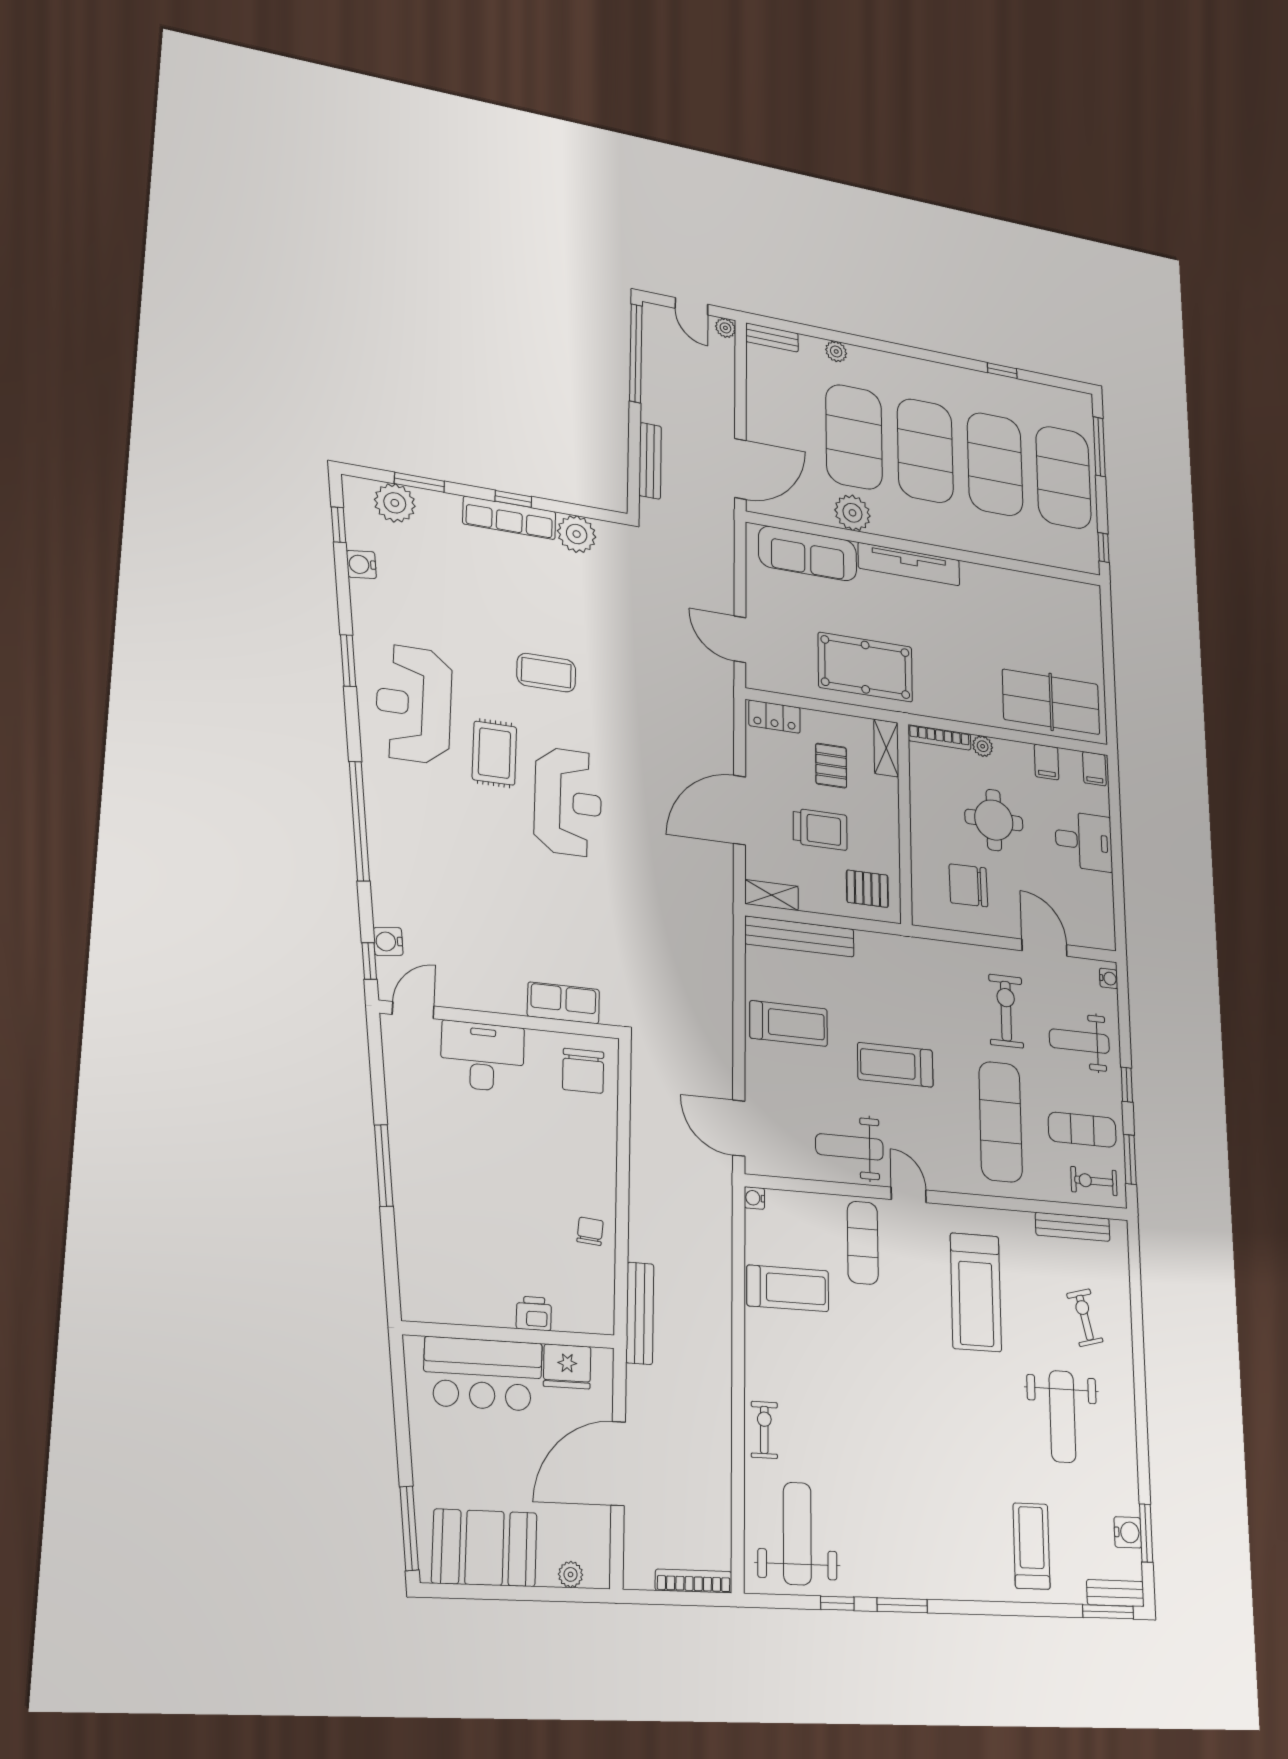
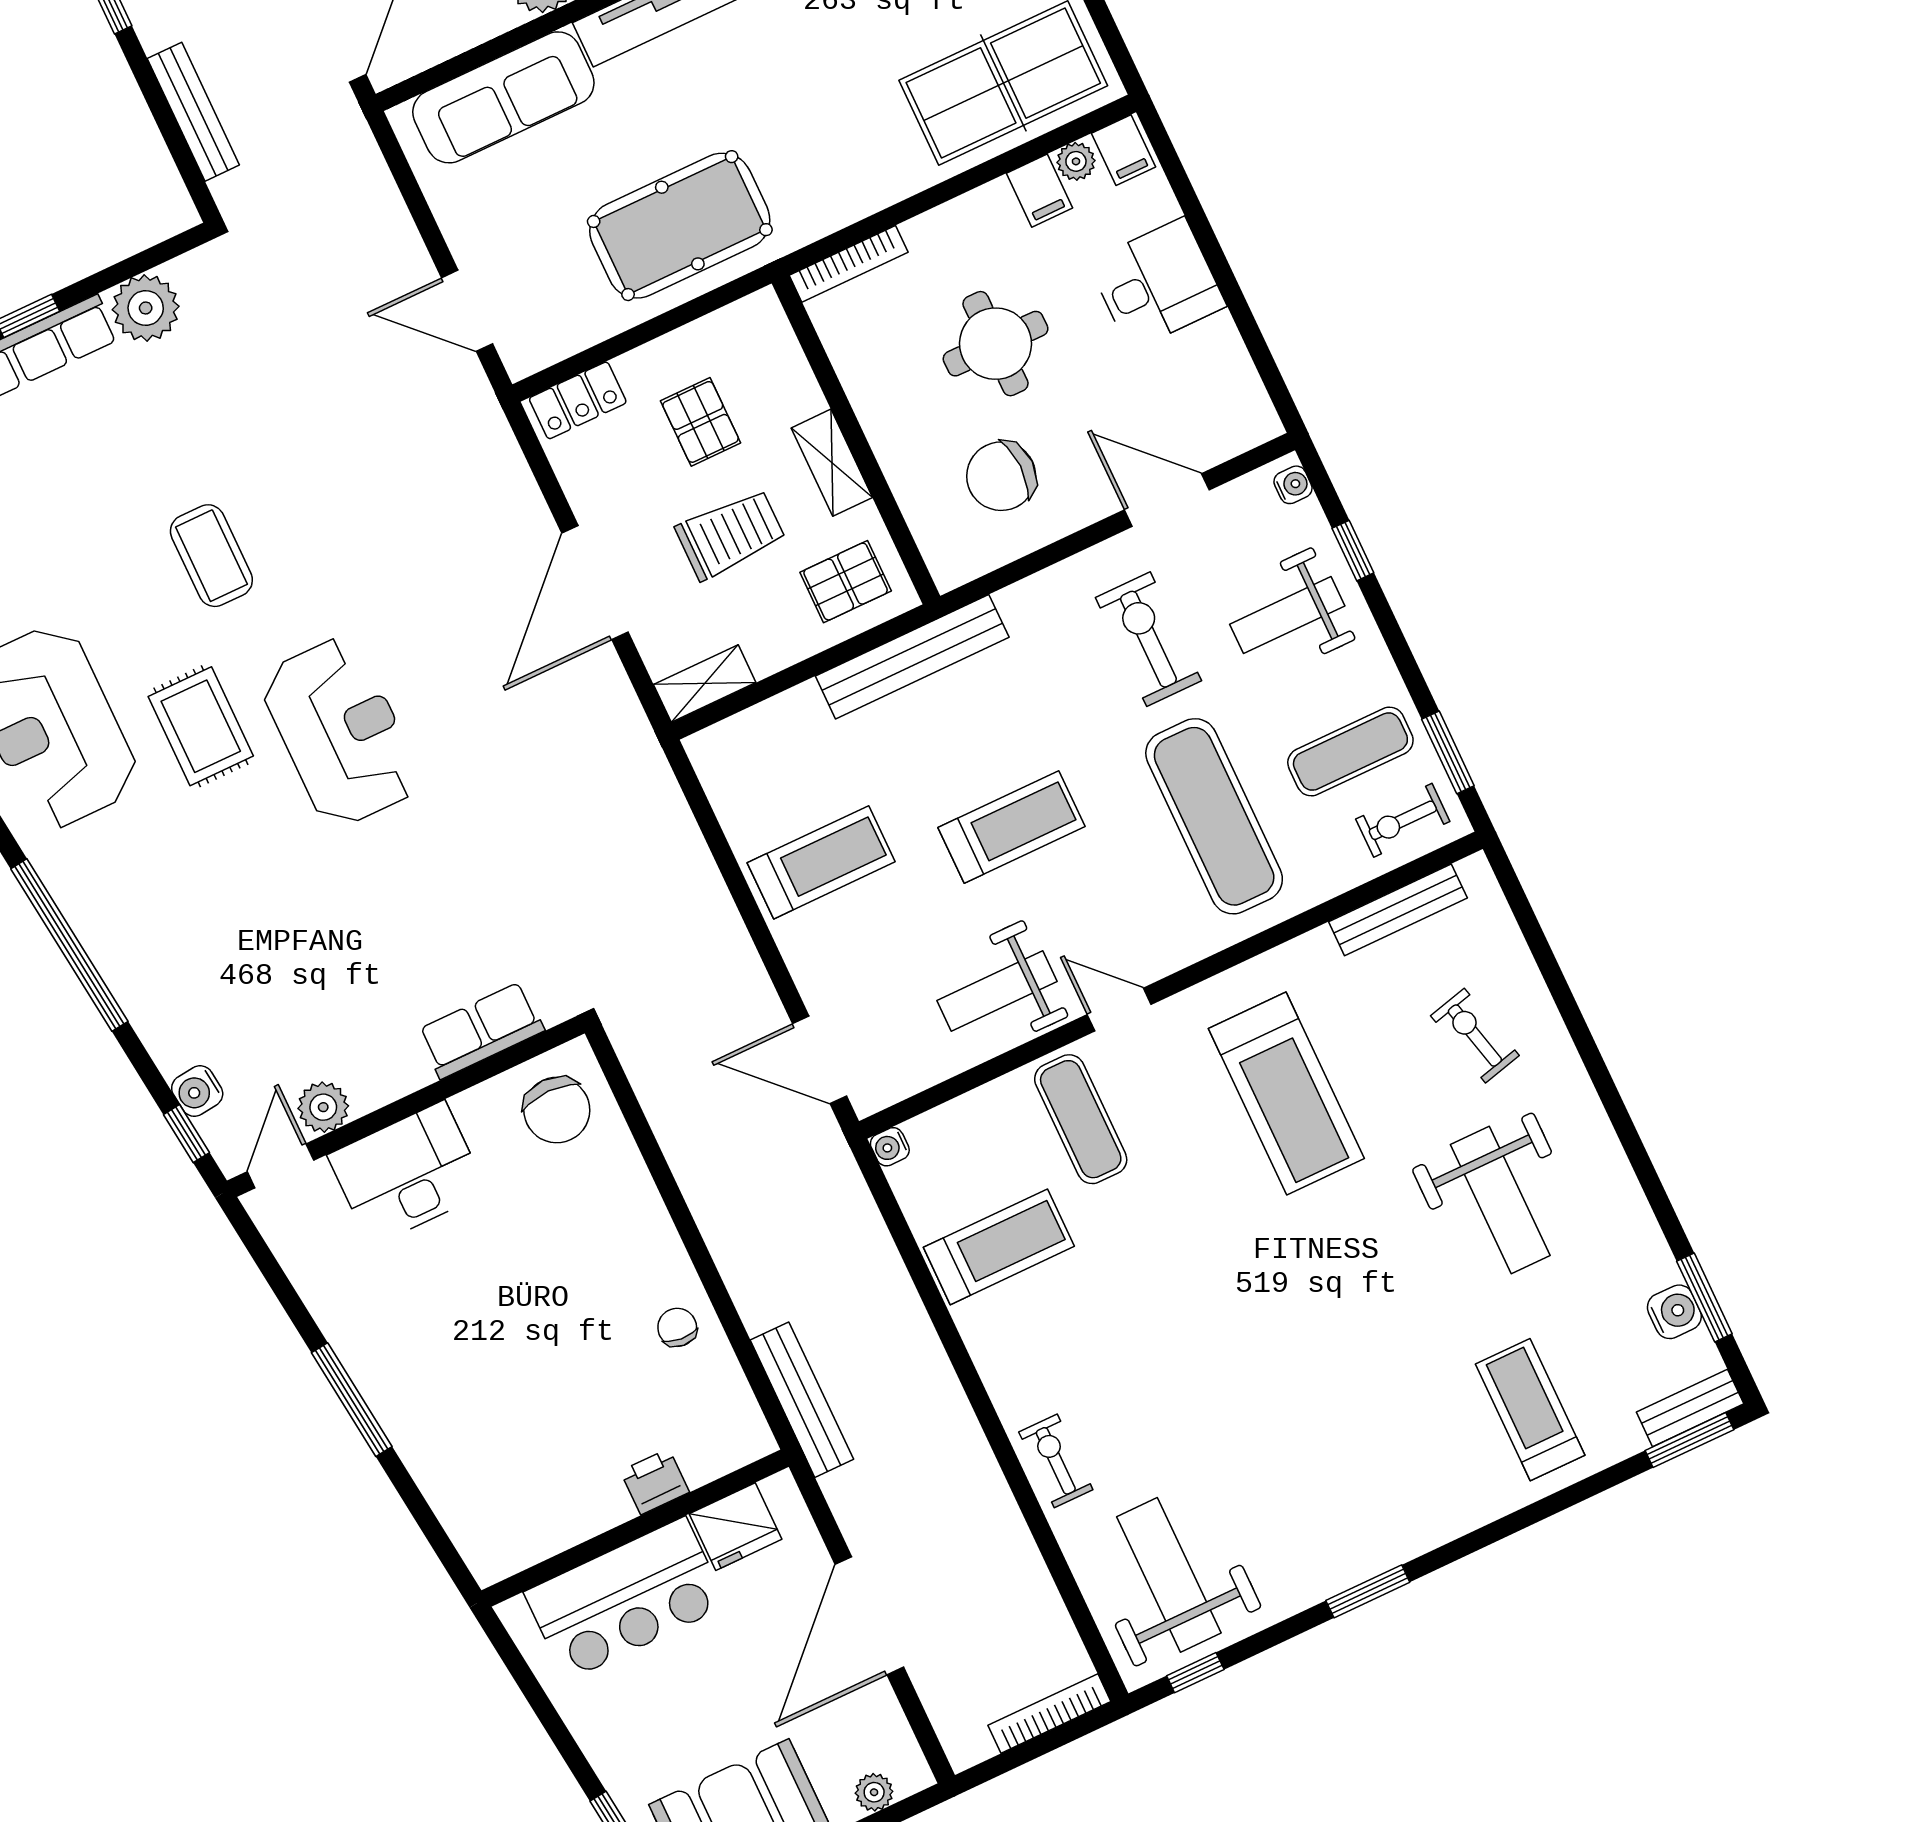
coffee table: (546, 673) -> (211, 556), turned 90
plant: (983, 746) -> (1076, 161), moved
shelving: (886, 748) -> (832, 463), moved
bench: (800, 936) -> (912, 657), moved
plant: (454, 992) -> (323, 1107), added
treadmill: (895, 1065) -> (1011, 827), turned 180
window: (1127, 1085) -> (1353, 551), moved
window: (837, 1603) -> (1195, 1673), moved

